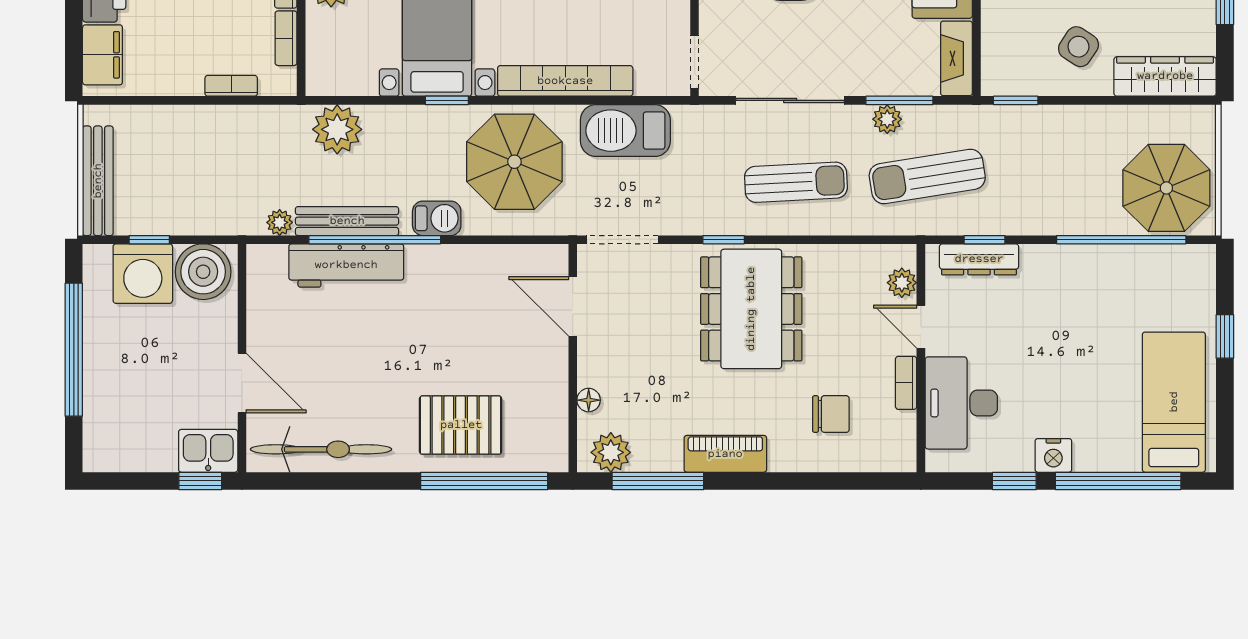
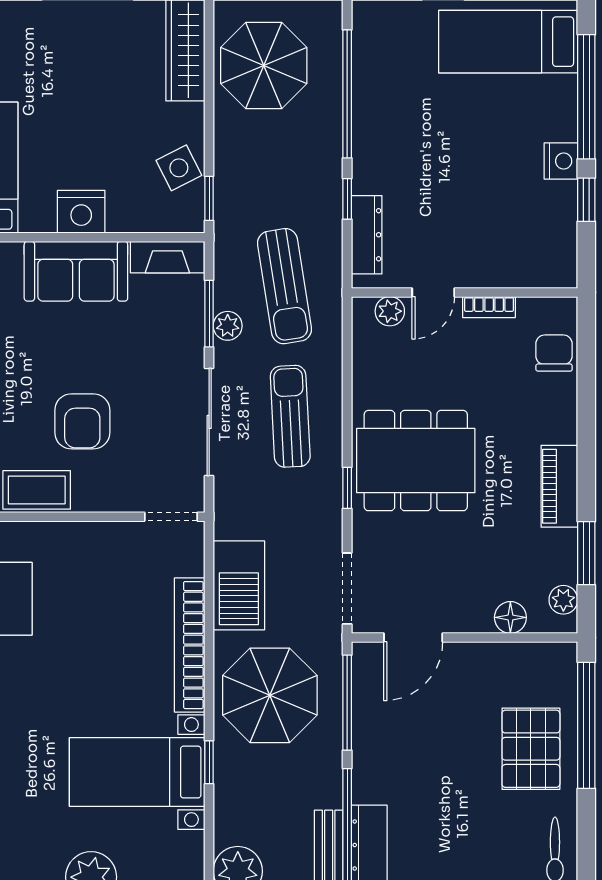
side table: (1078, 47) -> (179, 168), moved, turned 30
parasol: (1166, 188) -> (264, 66), moved
barbecue: (437, 218) -> (326, 772), removed
window: (507, 240) -> (347, 703), added
window: (985, 240) -> (347, 199), moved
floor lamp: (589, 400) -> (510, 617), width x1.37, depth x1.37
desk: (961, 403) -> (509, 252), removed
chair: (831, 414) -> (554, 353), moved
plant: (611, 452) -> (563, 600), width x0.73, depth x0.73
window: (658, 481) -> (586, 553), width x0.69

